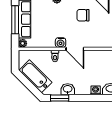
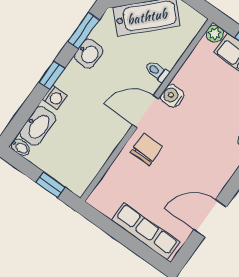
chair: (83, 15) -> (147, 149), moved
window: (87, 98) -> (52, 75), added

